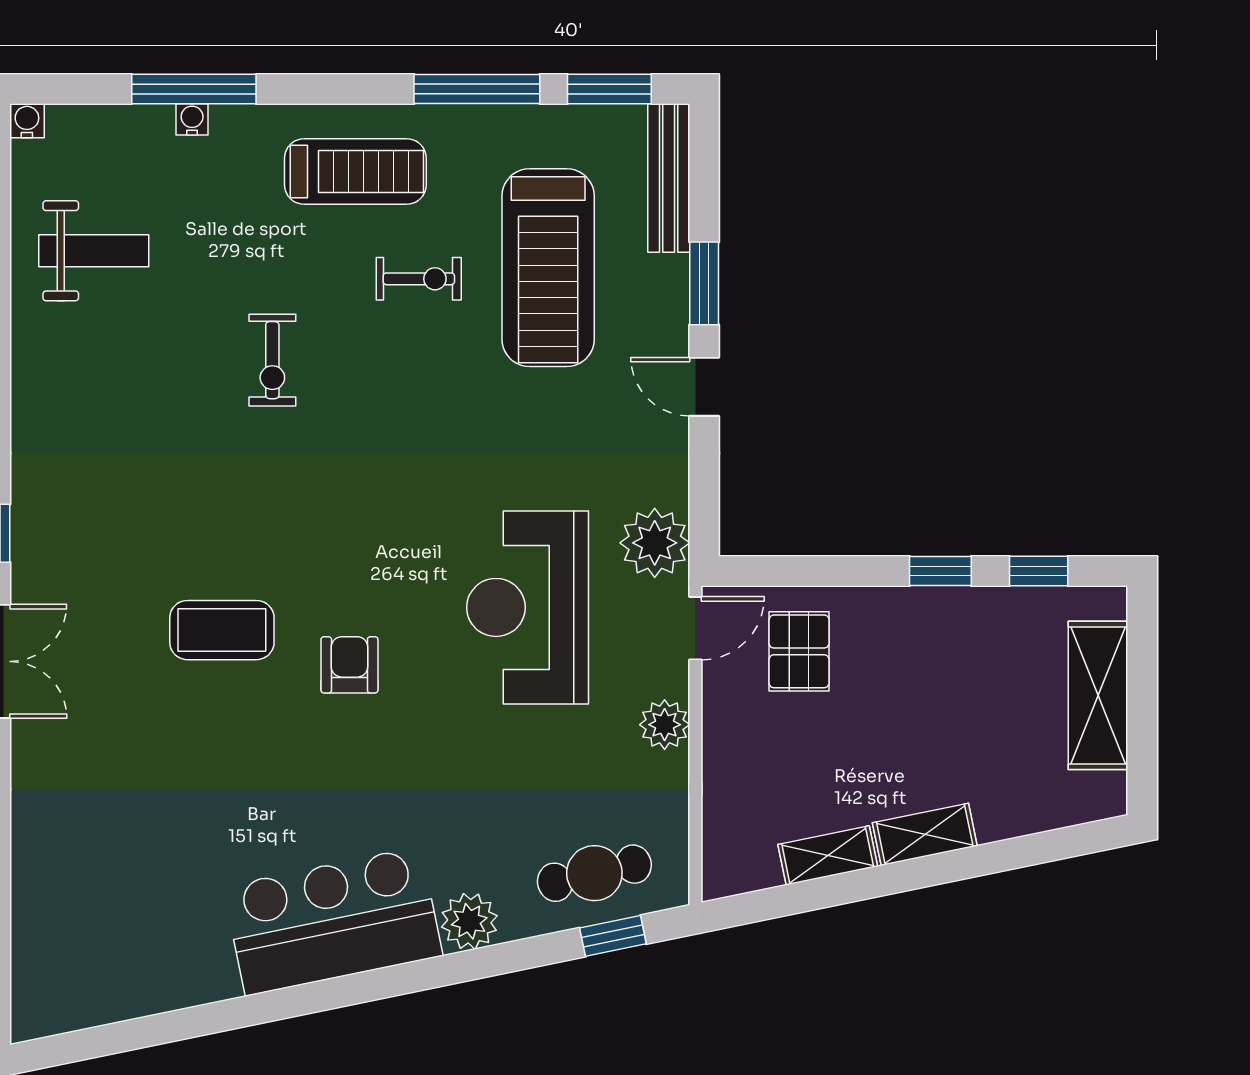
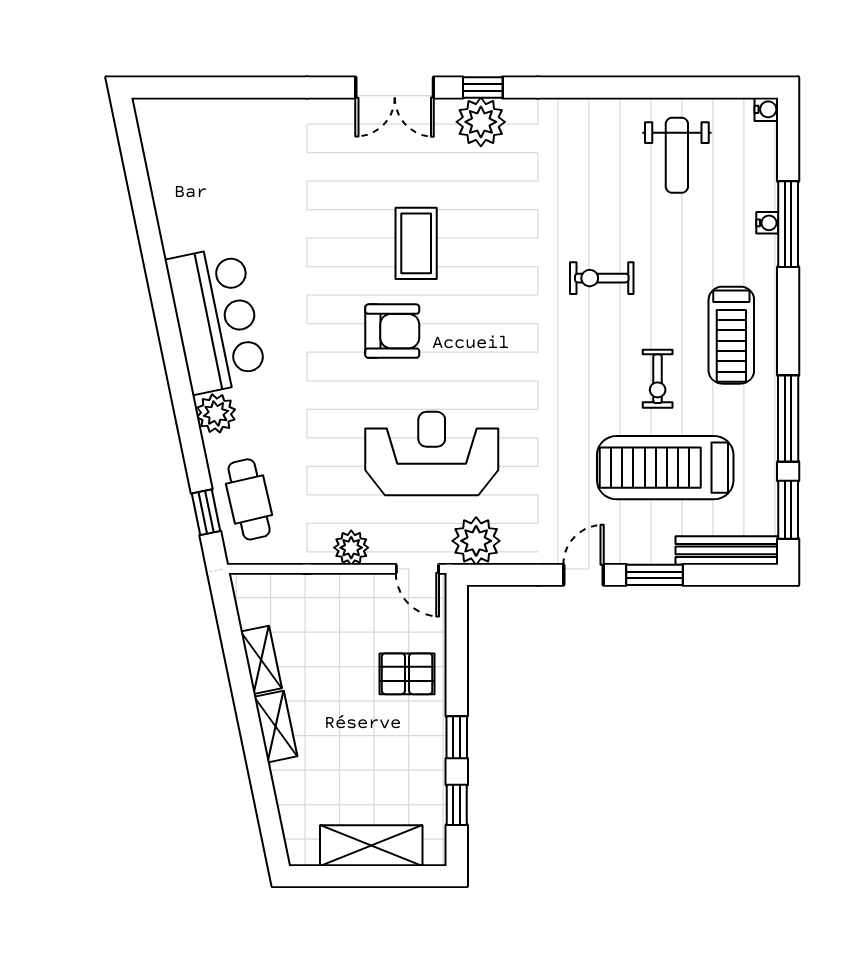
plant: (45, 536) -> (481, 122), added
pallet: (799, 651) -> (407, 674), moved
armchair: (349, 665) -> (392, 331), width x1.38, depth x1.38

